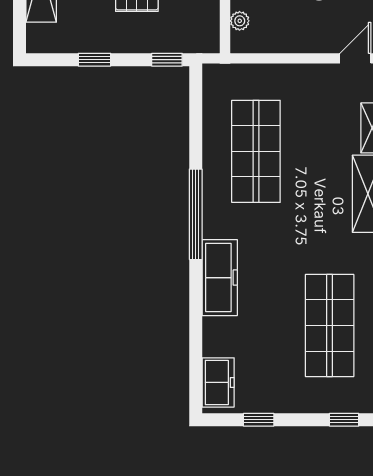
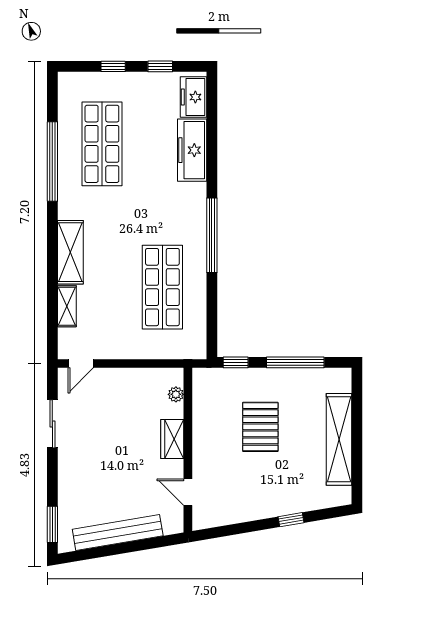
window: (94, 60) -> (295, 362), width x2.17
freezer: (220, 278) -> (192, 150), moved
window: (344, 420) -> (113, 66), moved

